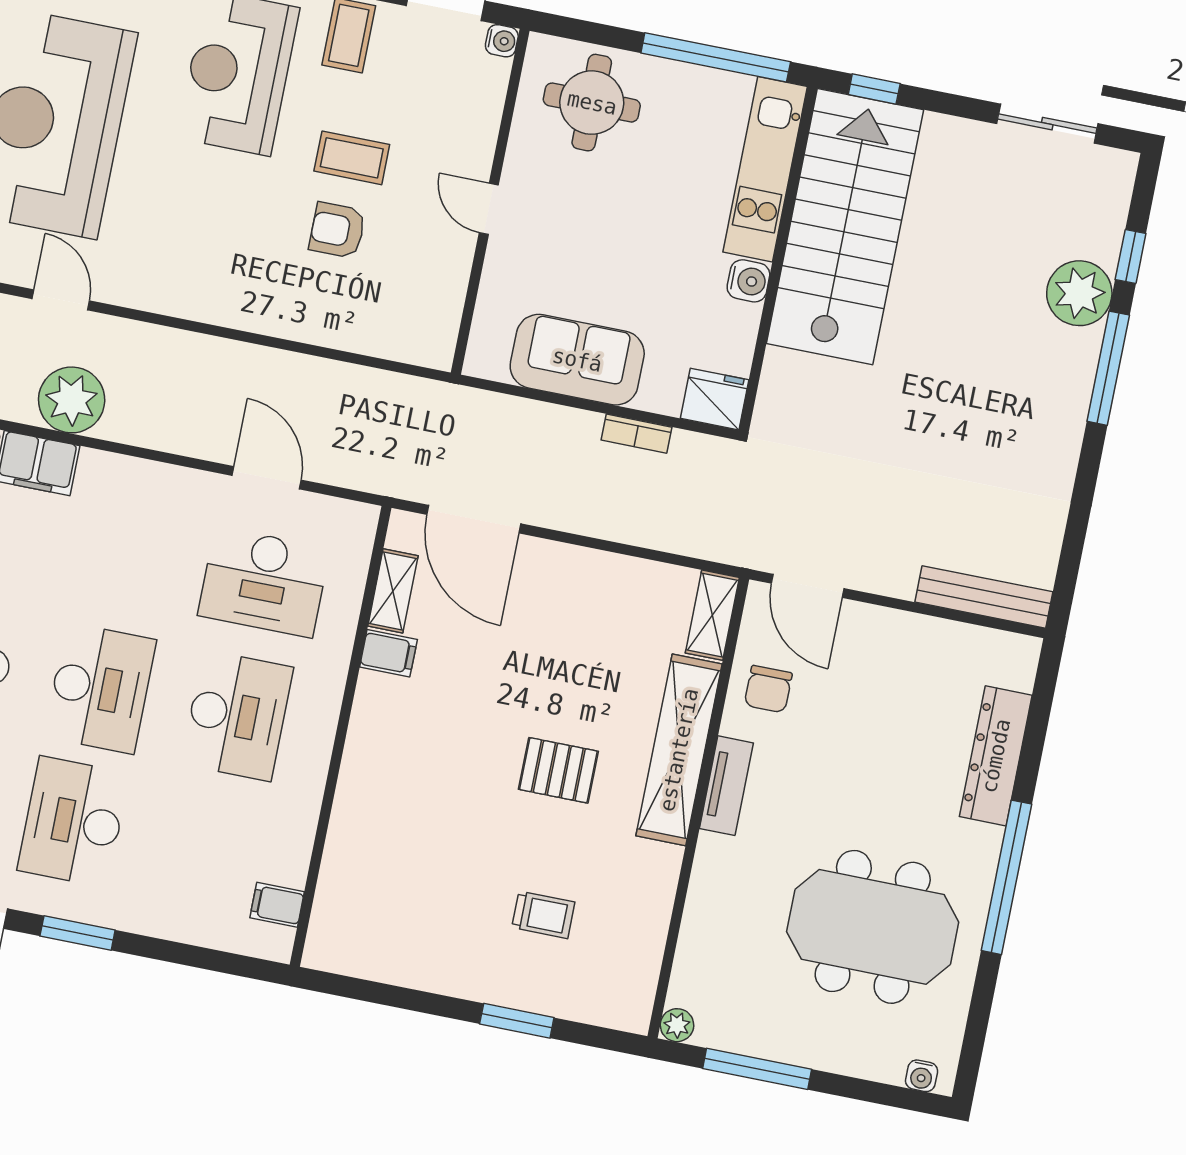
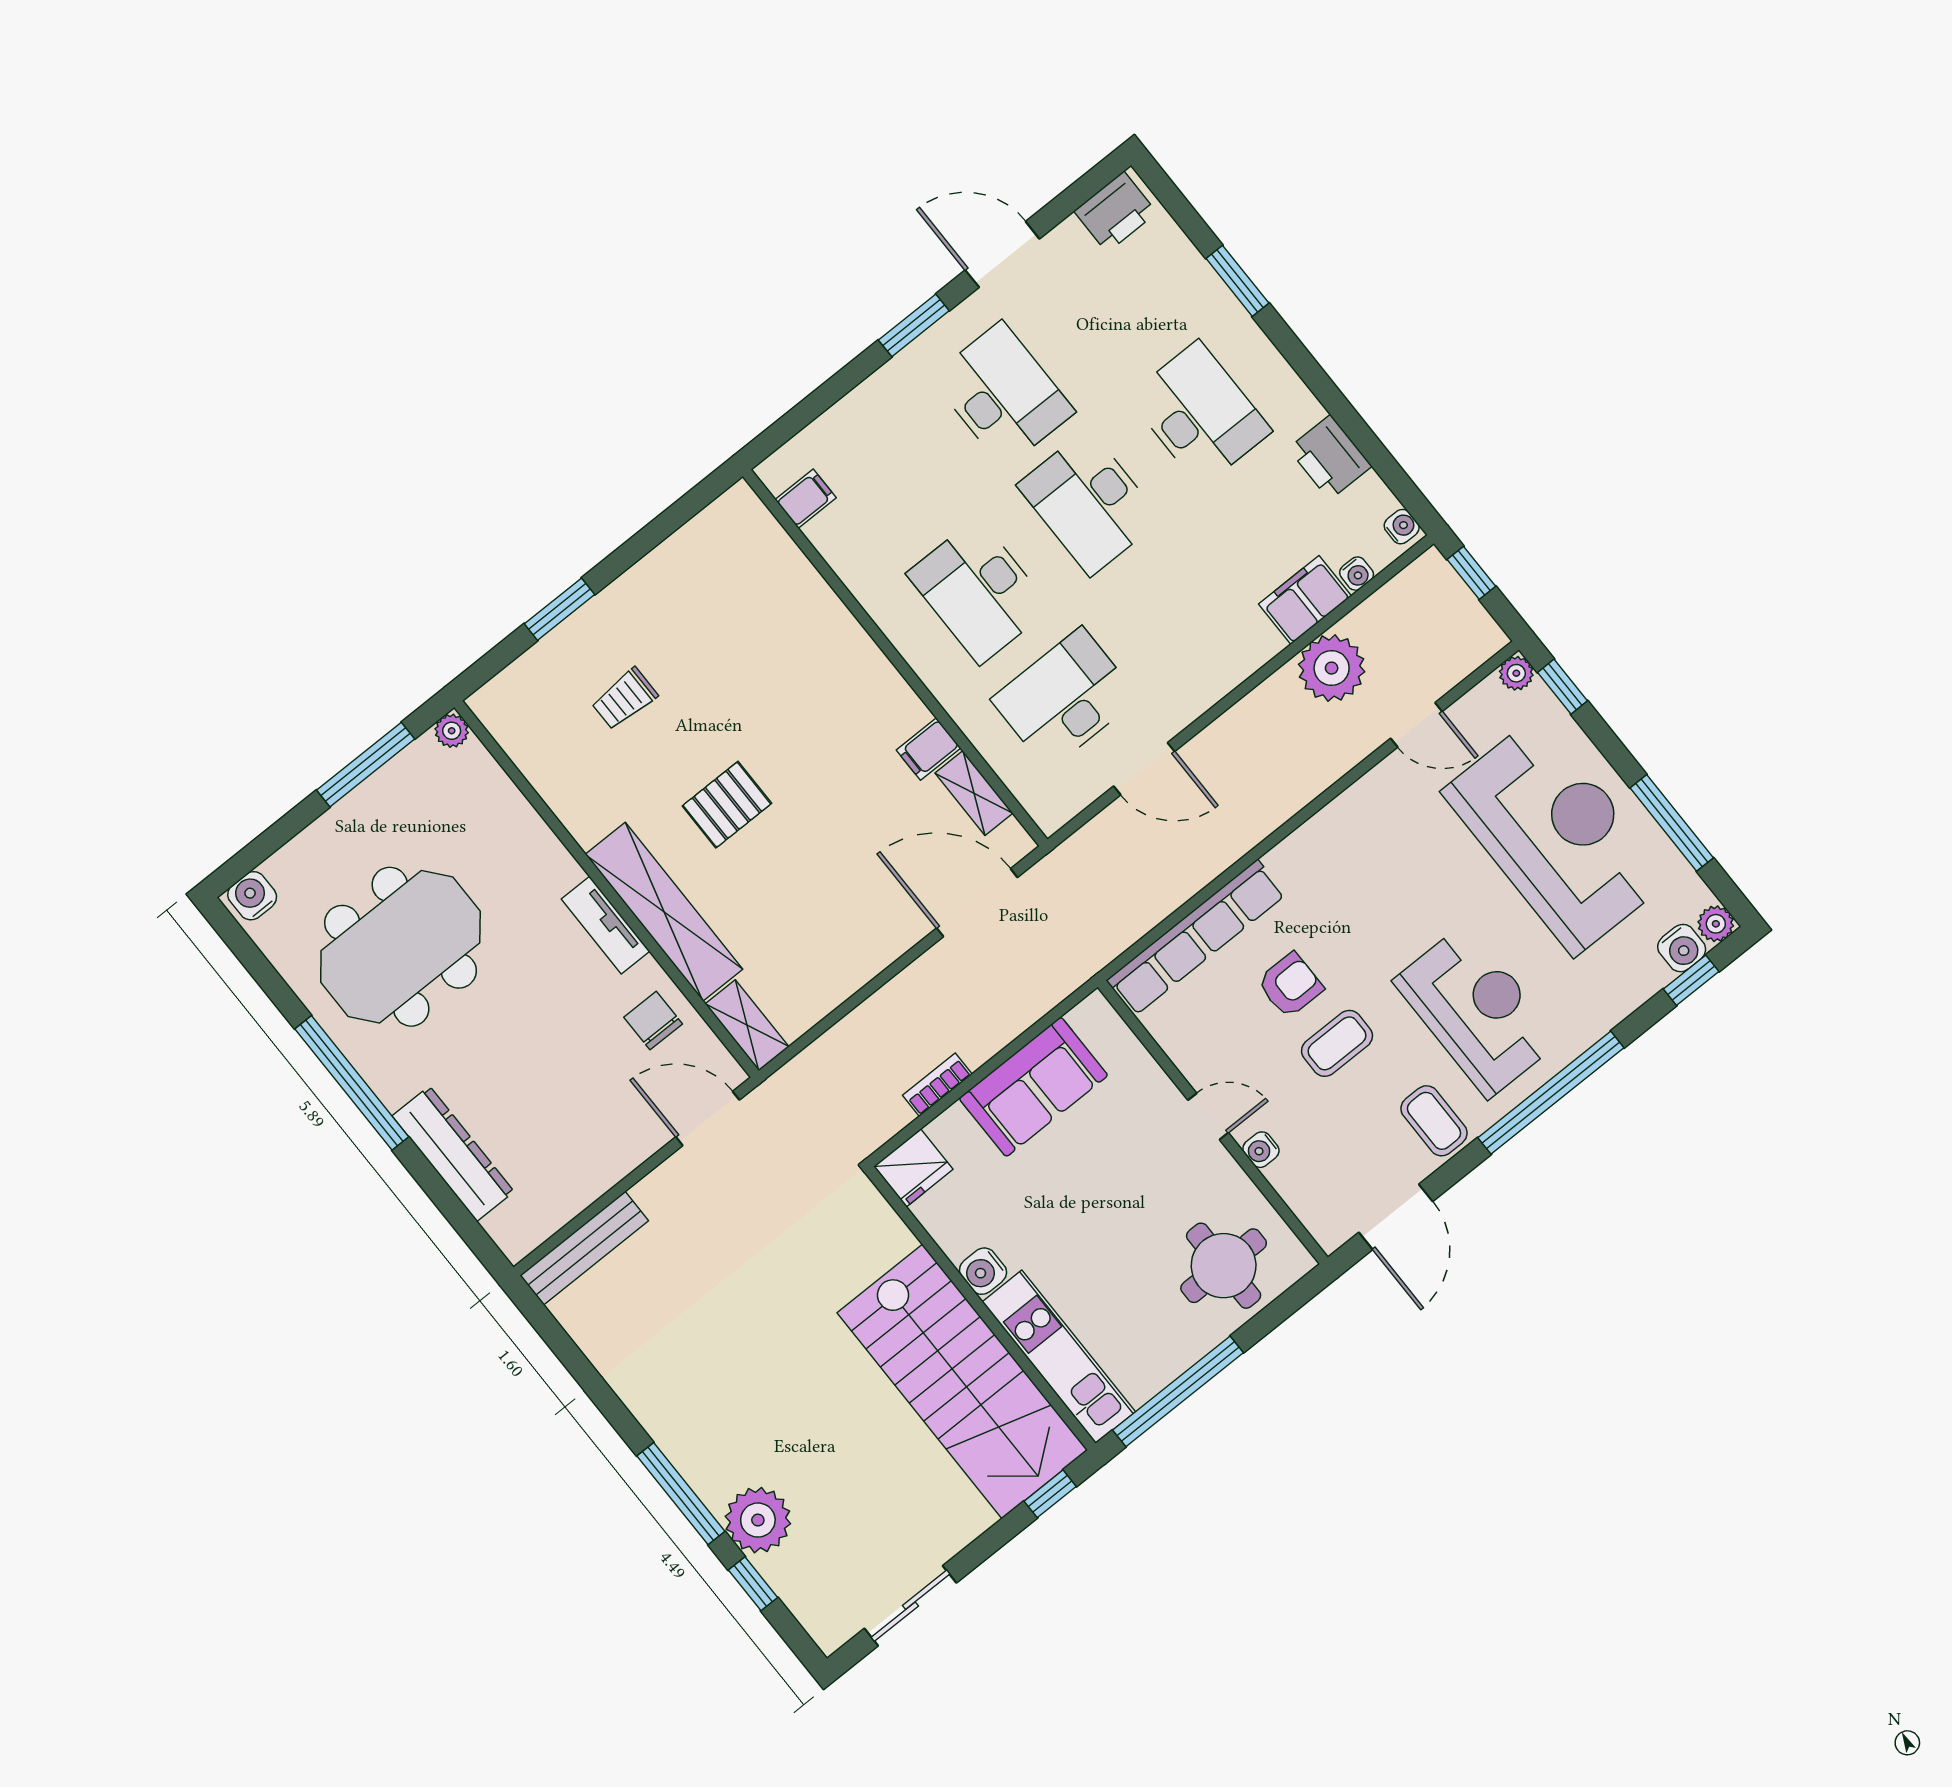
water cooler: (502, 41) -> (1261, 1150), moved
row of seats: (361, 331) -> (1196, 938), added
water cooler: (922, 1076) -> (252, 896), width x1.38, depth x1.38

